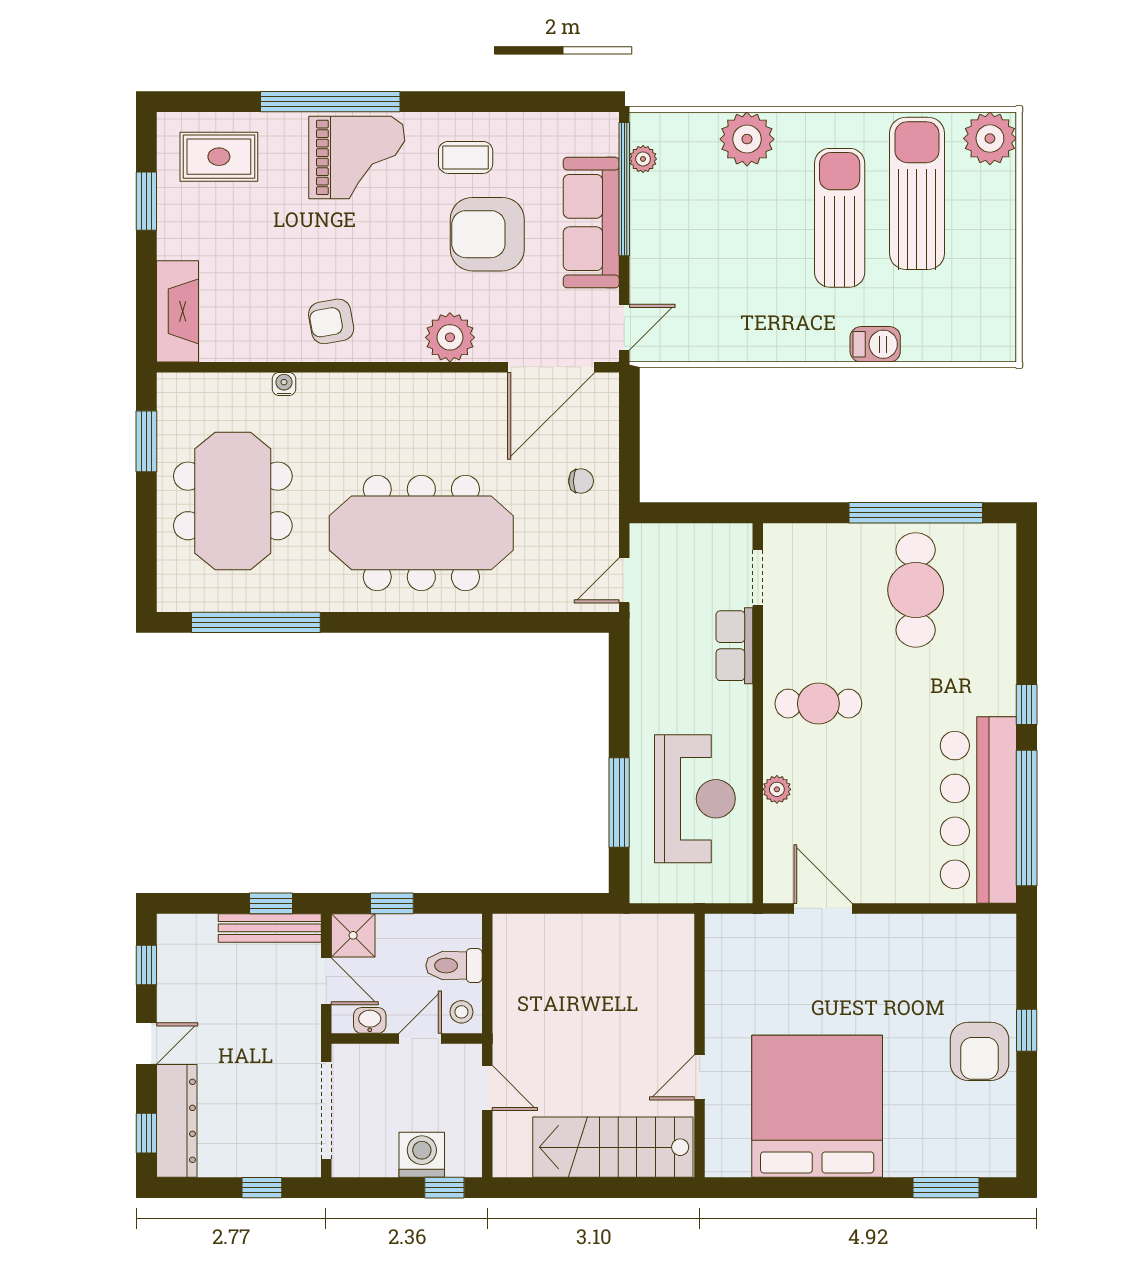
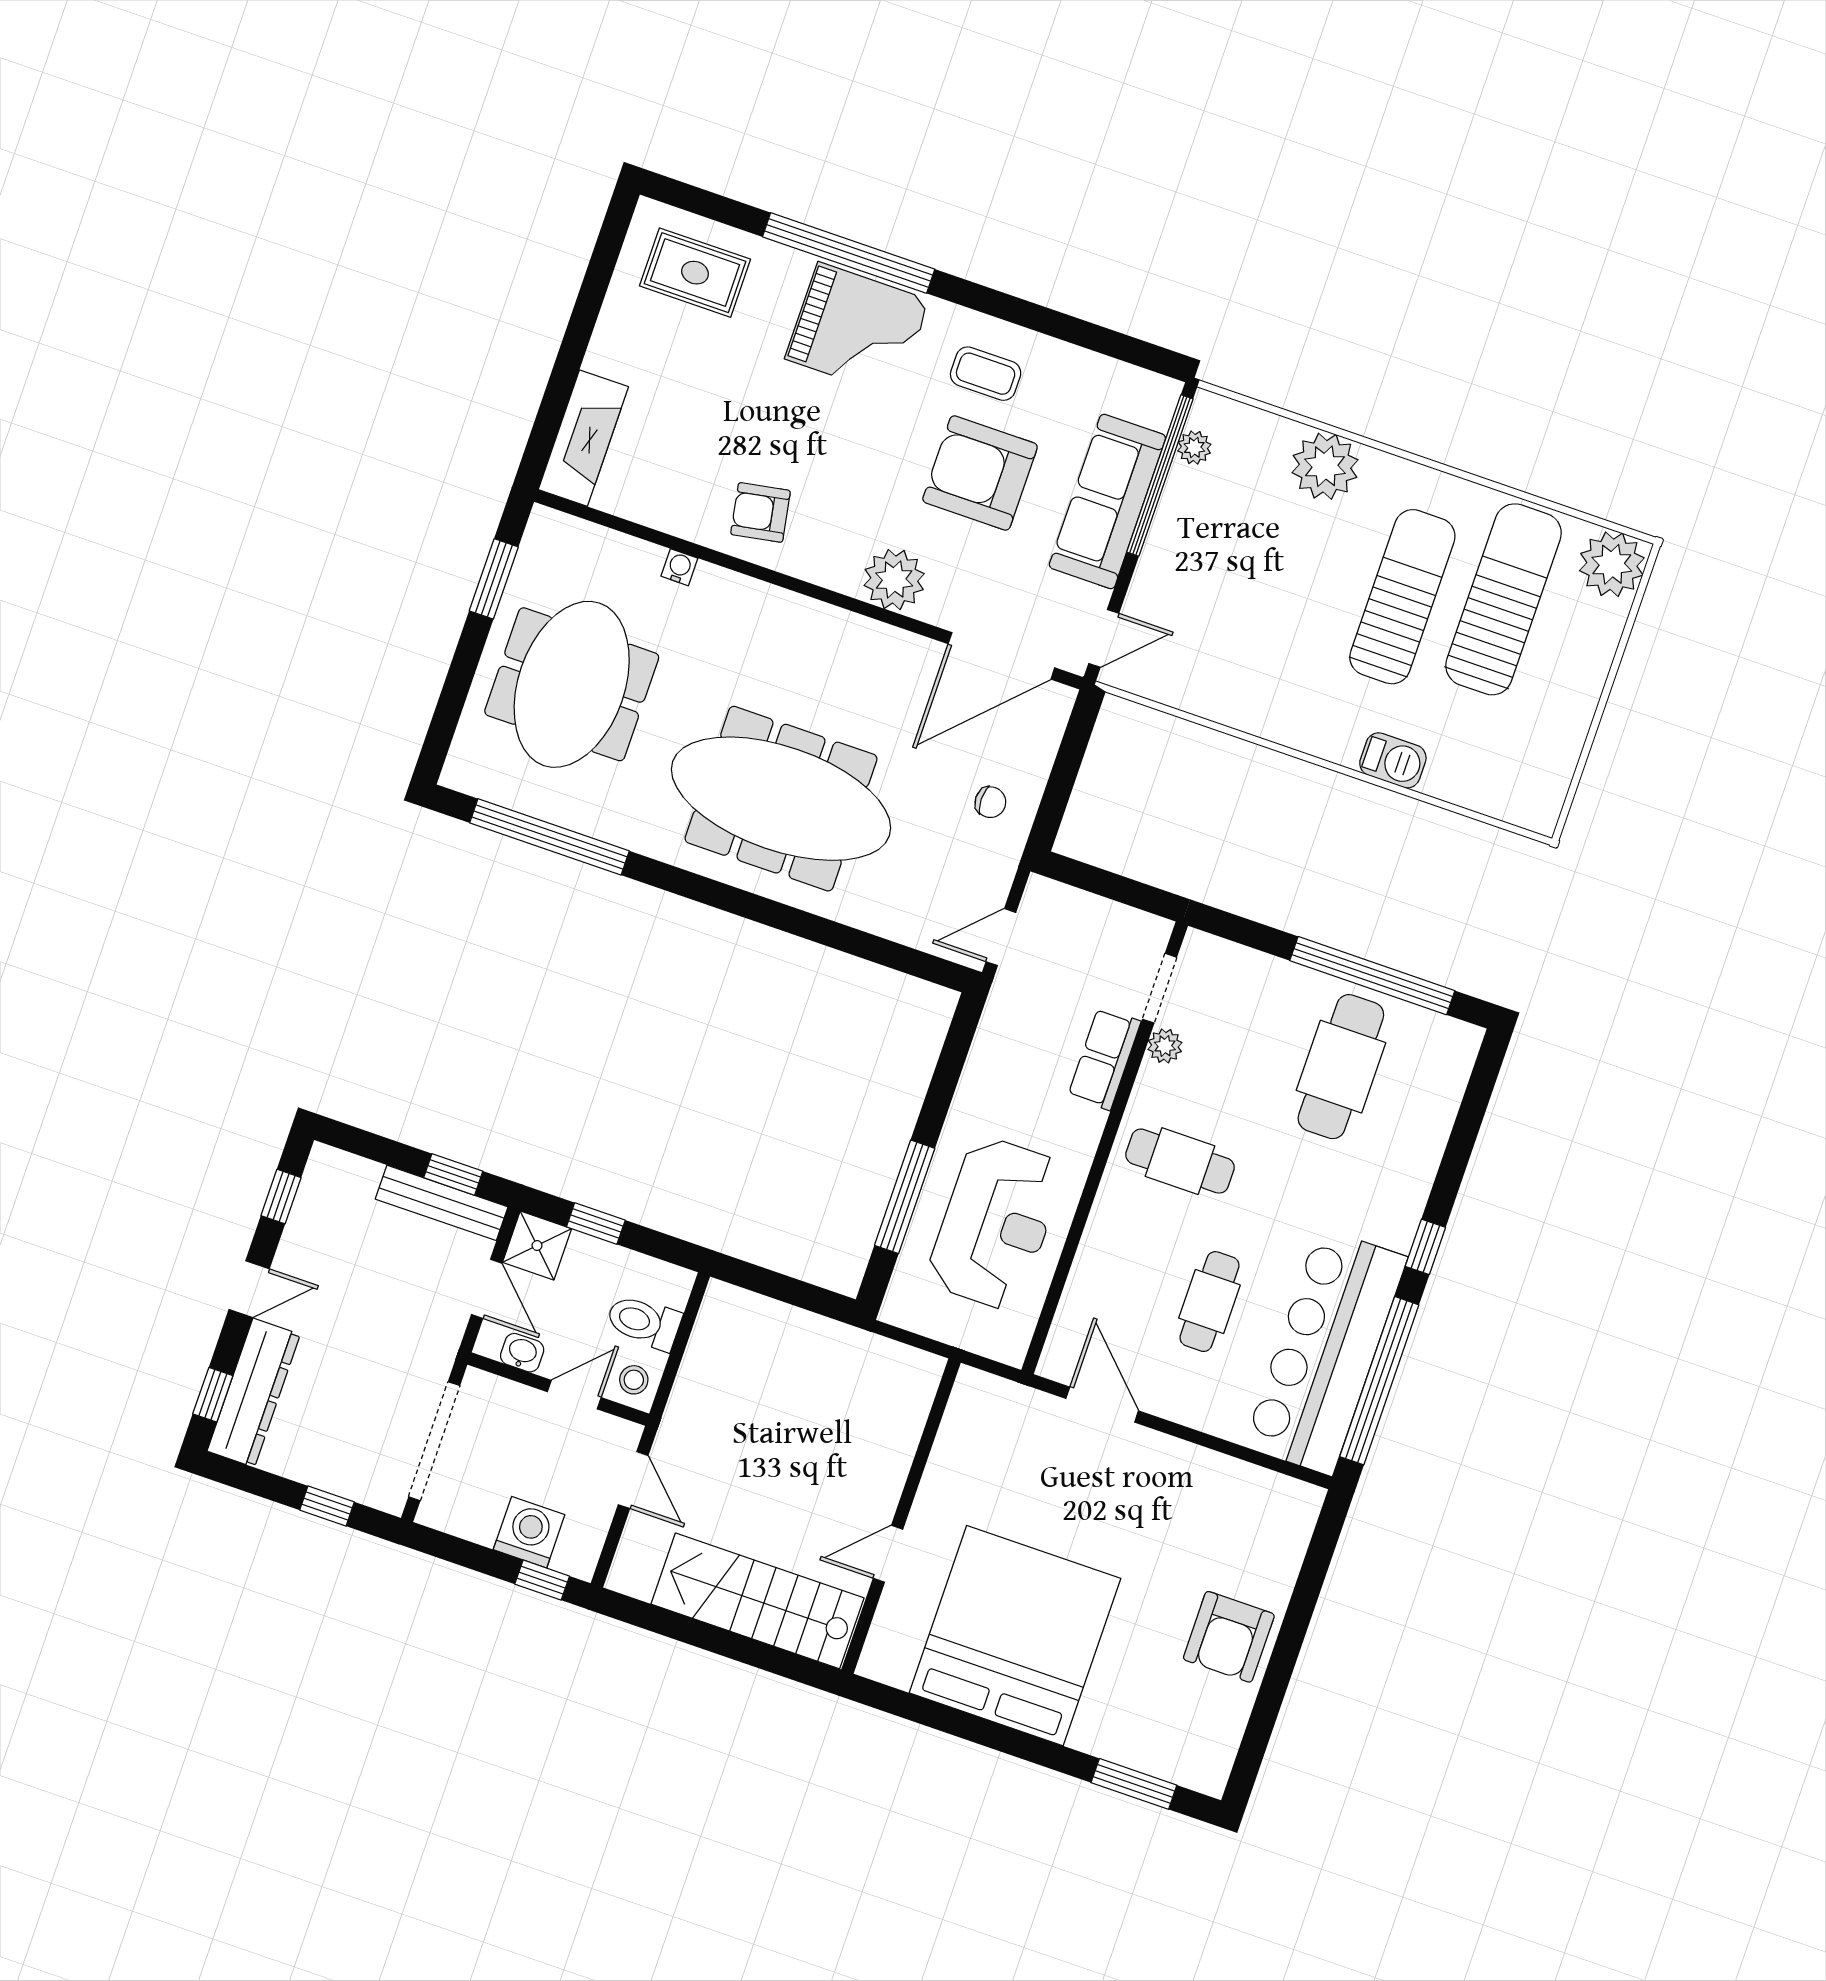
window: (146, 201) -> (591, 295), removed
plant: (777, 789) -> (1165, 1046), moved
cafe table: (877, 802) -> (1209, 1302), added
window: (1027, 1030) -> (1293, 1631), removed

